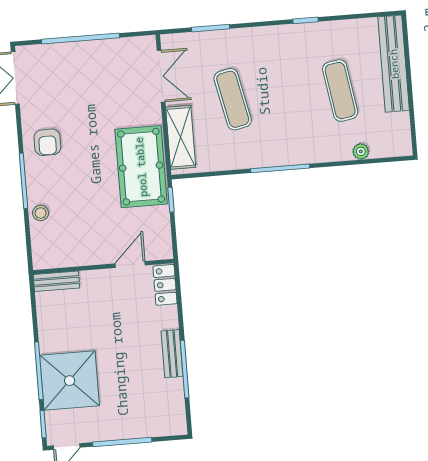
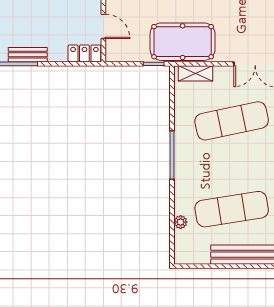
exercise mat: (340, 91) -> (232, 209), width x1.36, depth x1.45
exercise mat: (233, 99) -> (232, 121), width x1.36, depth x1.45
shelving: (181, 137) -> (195, 73), width x0.67, depth x0.75

